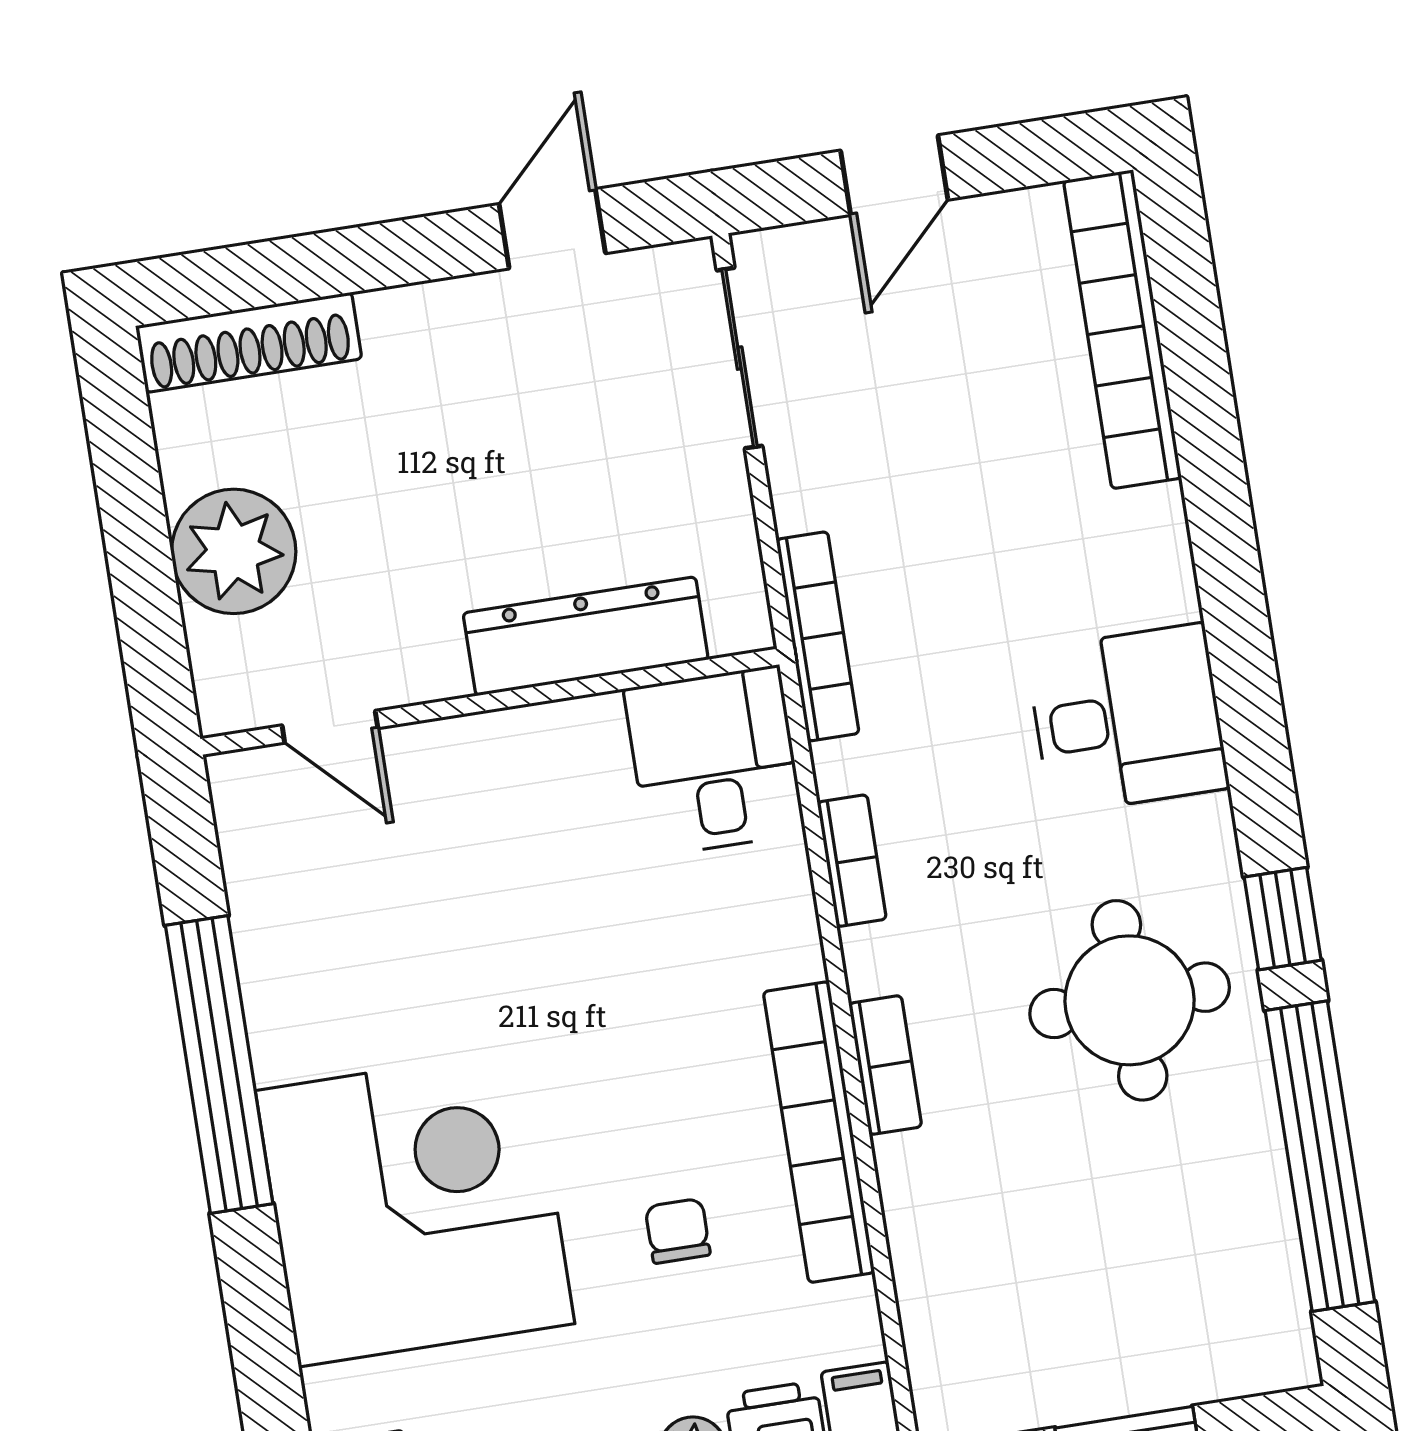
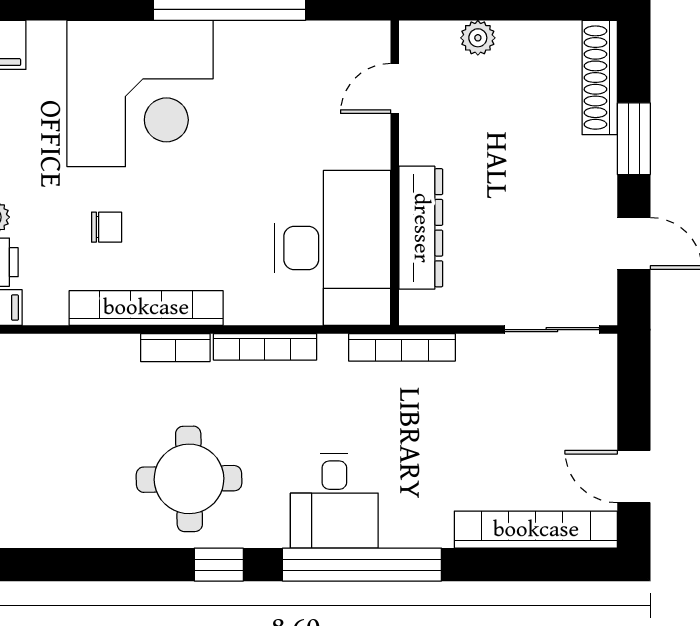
door: (894, 175) -> (634, 476), moved
window: (354, 260) -> (634, 139), added
plant: (234, 551) -> (478, 38), width x0.53, depth x0.53
desk: (714, 761) -> (333, 248), width x1.87, depth x1.30
bookcase: (852, 861) -> (265, 347), width x1.56
window: (1320, 1156) -> (362, 565), moved

